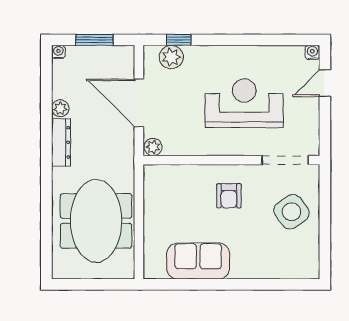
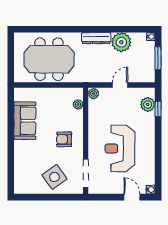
door: (139, 103) -> (120, 85), width x0.53
reception desk: (244, 103) -> (120, 148), turned 180
plant: (60, 108) -> (121, 42), width x1.87, depth x1.87
plant: (171, 173) -> (78, 104), added

